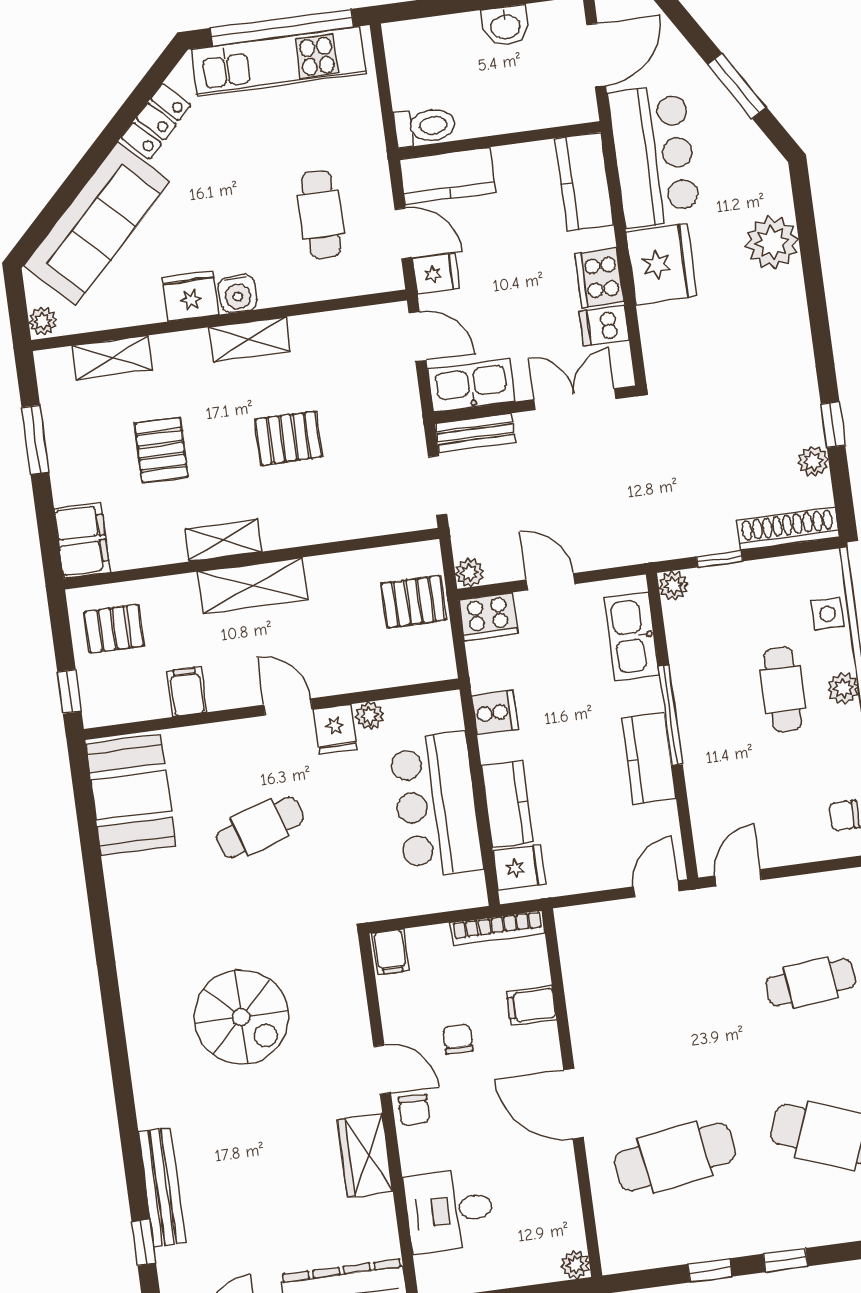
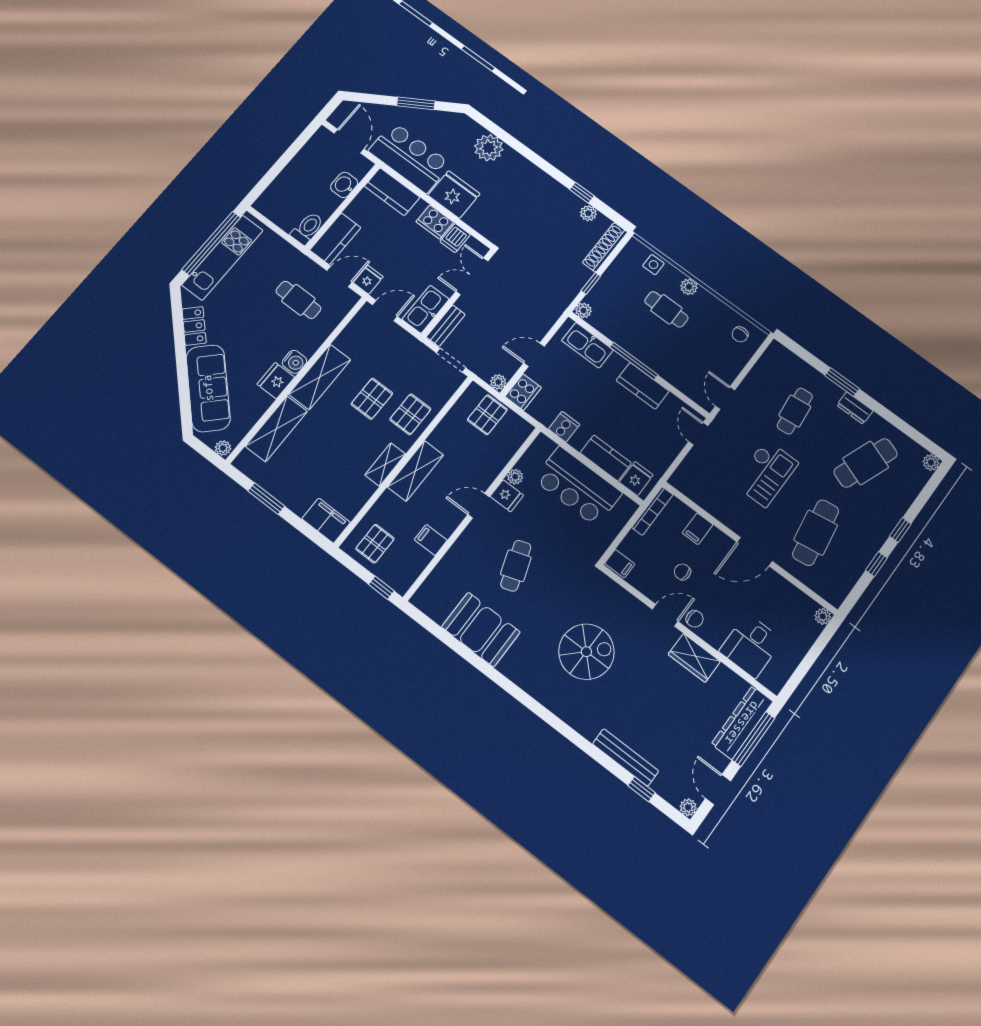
washbasin: (505, 26) -> (344, 185), moved, turned 180
shelving: (249, 339) -> (320, 377), width x1.50, depth x1.33
shelving: (112, 358) -> (276, 429), width x1.50, depth x1.33
pallet: (161, 450) -> (410, 414), moved, turned 90
booth: (131, 795) -> (481, 630), moved
checkout: (690, 1023) -> (766, 473), added

